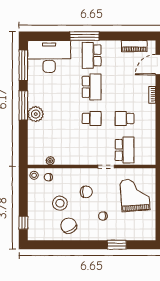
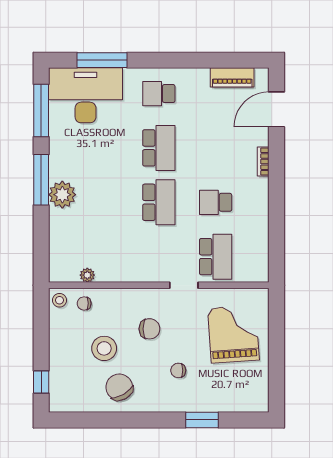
window: (84, 36) -> (102, 60), moved
school desk: (92, 55) -> (159, 94), width x0.54
school desk: (92, 118) -> (159, 202), width x1.85

